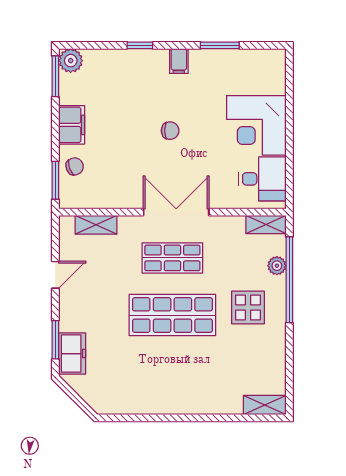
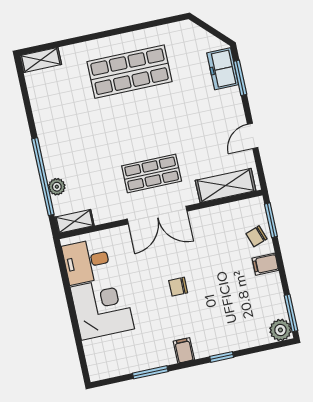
filing cabinet: (72, 125) -> (265, 264), width x0.50
shelving: (96, 225) -> (226, 186), width x1.50, depth x1.33
display table: (248, 308) -> (75, 144), removed
shop shelf: (172, 315) -> (130, 72), moved

